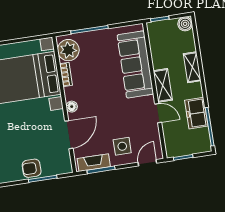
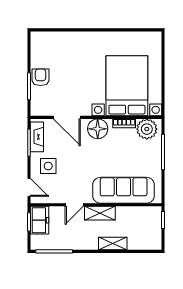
boiler: (185, 24) -> (155, 243), removed
floor lamp: (72, 107) -> (98, 129), width x1.89, depth x1.89
freezer: (196, 113) -> (40, 220), moved, turned 90

